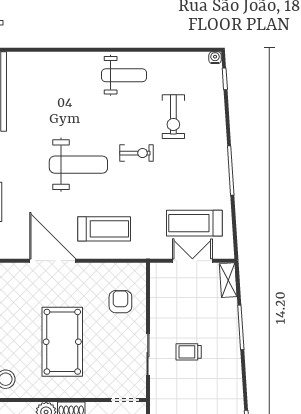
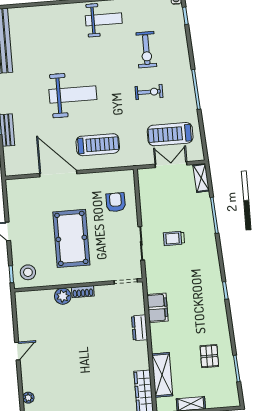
exercise bike: (137, 153) -> (149, 92), moved

